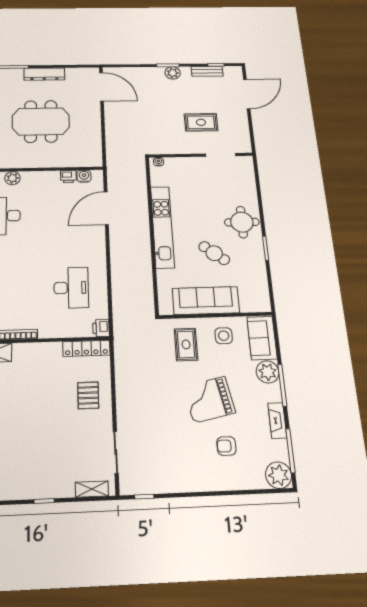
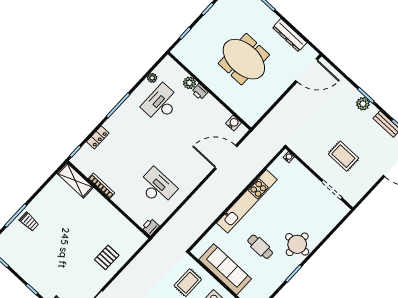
dresser: (44, 74) -> (290, 35), moved
door: (101, 87) -> (307, 70), hinge flipped
printer: (68, 177) -> (200, 92), moved
cafe table: (214, 253) -> (260, 247), turned -38
desk: (71, 288) -> (157, 187), turned -90
locker: (86, 348) -> (131, 231), removed

